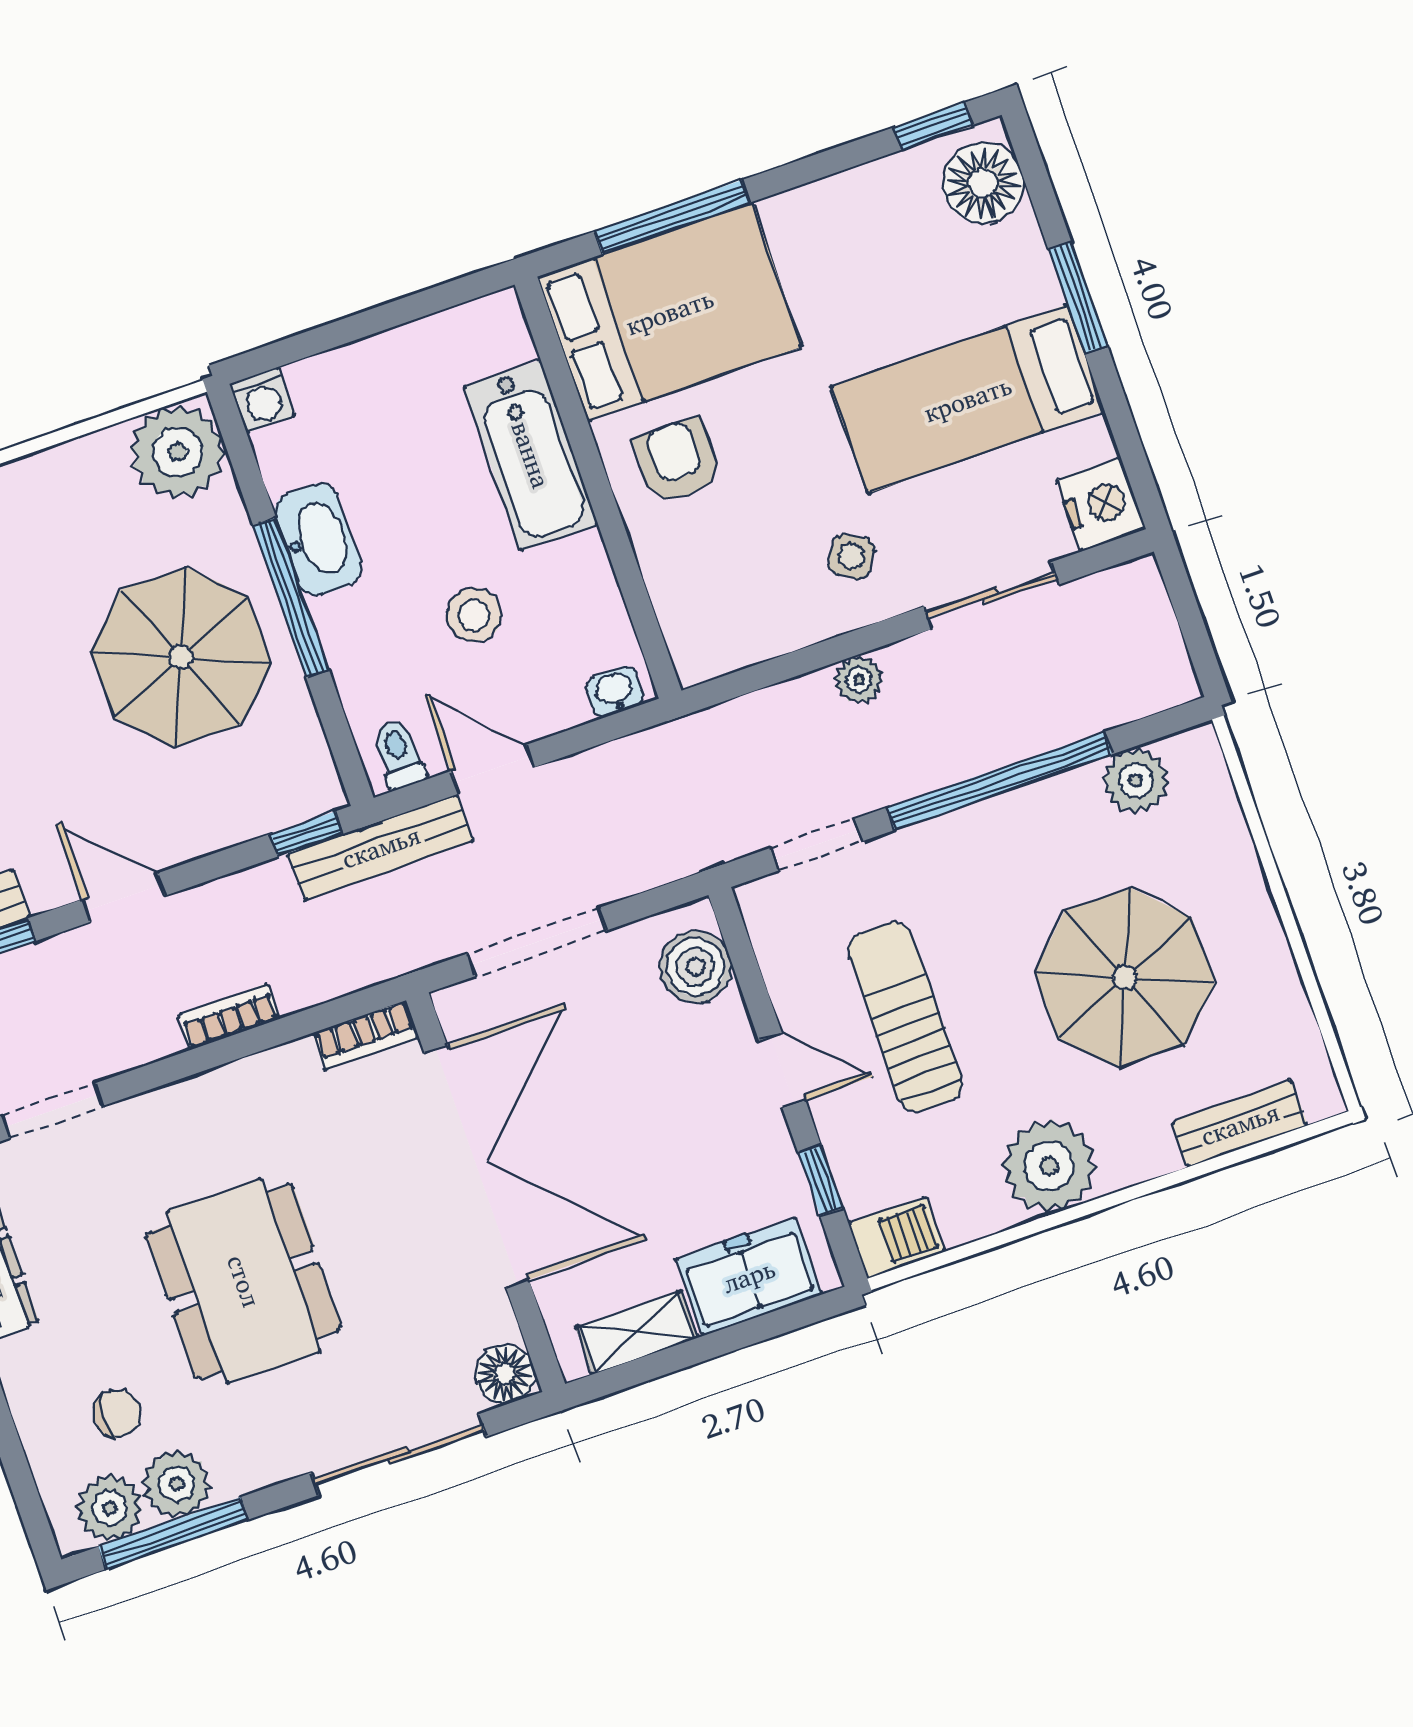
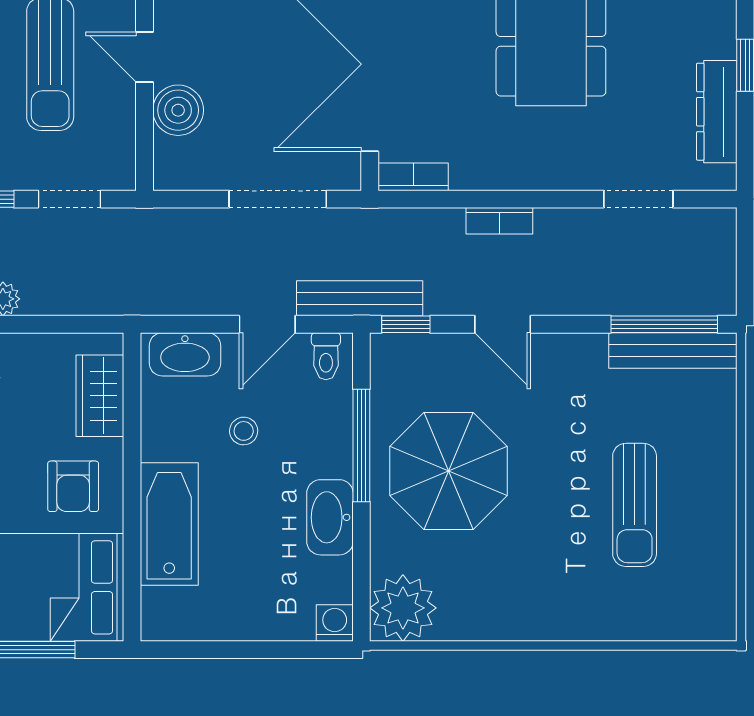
wardrobe: (684, 595) -> (100, 396), added
window: (291, 597) -> (361, 445), moved
stool: (474, 615) -> (244, 431), width x0.73, depth x0.73
washbasin: (615, 691) -> (185, 354), width x1.91, depth x1.45
door: (493, 769) -> (267, 324), hinge flipped
door: (124, 898) -> (503, 324), moved
boiler: (696, 967) -> (178, 110), moved

